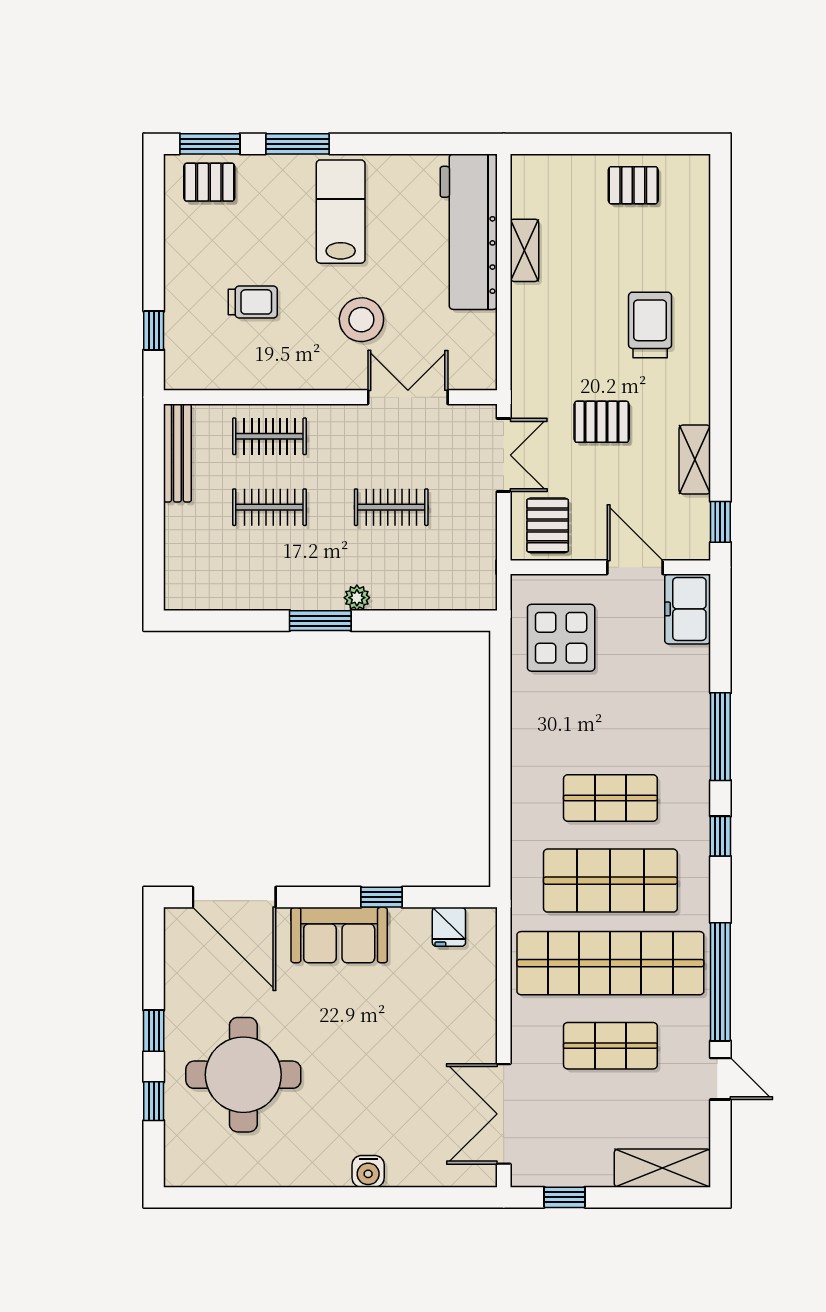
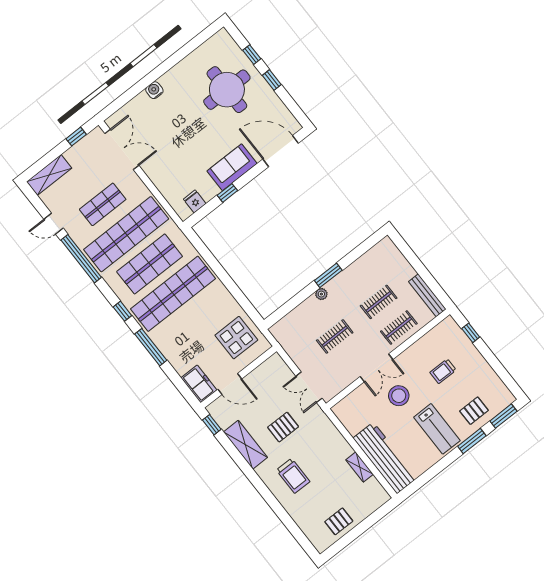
pallet: (209, 182) -> (474, 411), moved
double door: (408, 397) -> (376, 368), moved
shelving: (695, 460) -> (245, 445), width x1.50, depth x1.33
pallet: (548, 525) -> (273, 374), removed
shop shelf: (610, 798) -> (173, 294), width x2.00, depth x1.36

